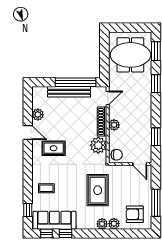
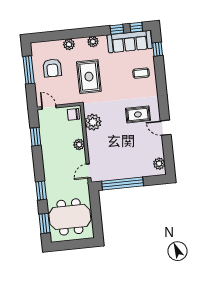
bench: (69, 92) -> (128, 173), removed
plant: (38, 115) -> (159, 164), moved
shoe rack: (102, 121) -> (92, 147), removed
armchair: (135, 214) -> (52, 68), moved, turned 90
plant: (102, 224) -> (93, 42), moved

